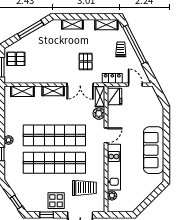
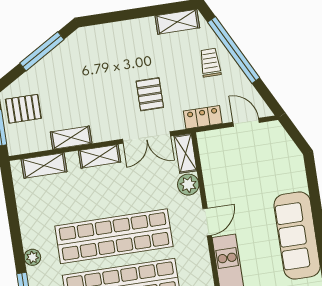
shelving: (72, 24) -> (71, 138), moved
fridge: (114, 97) -> (212, 149), removed

